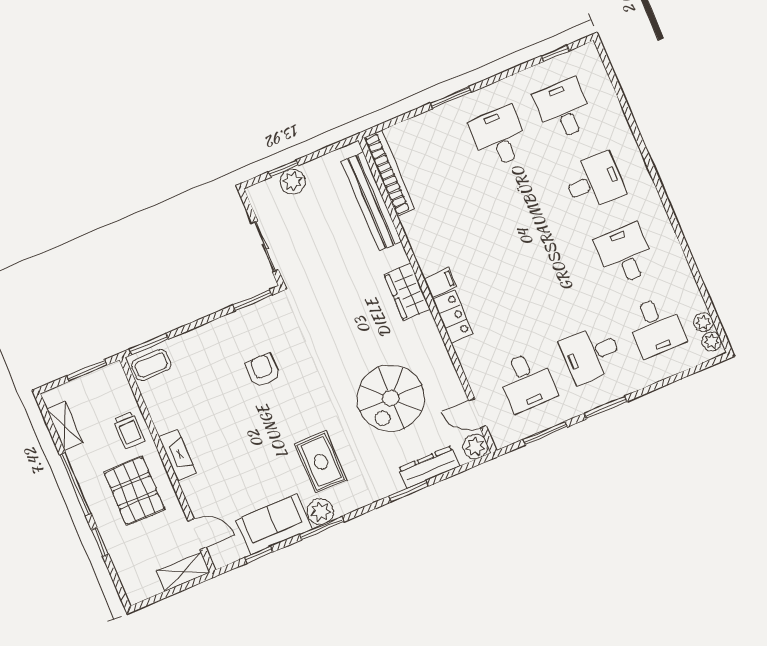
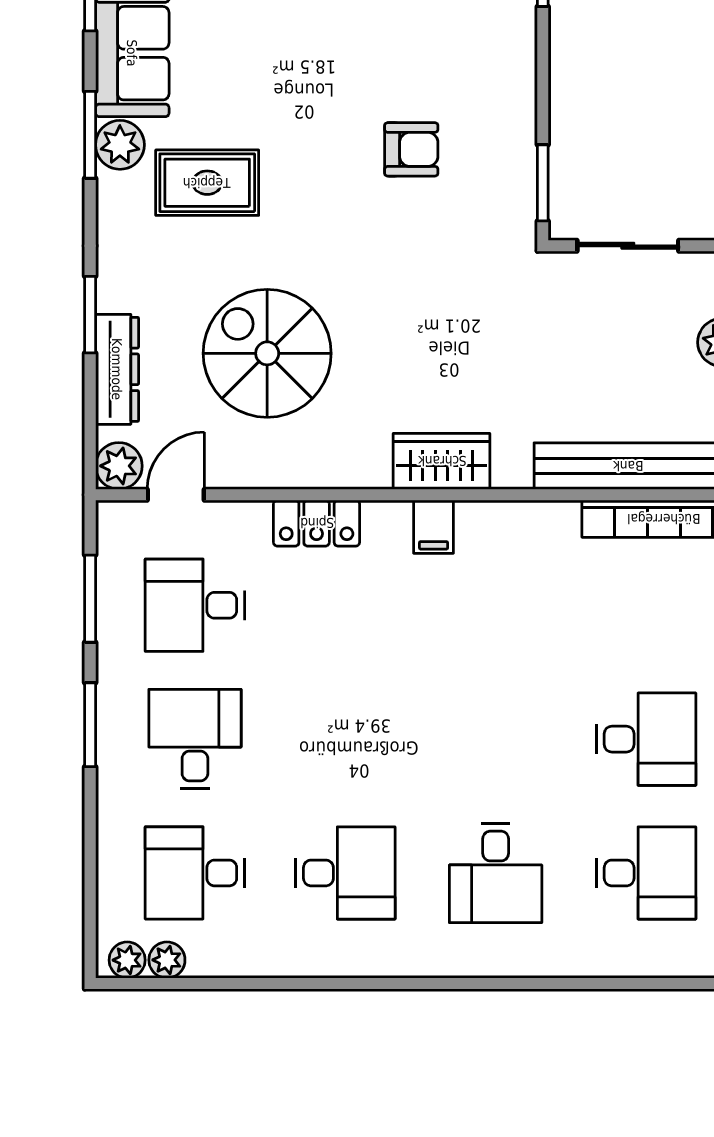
locker: (453, 316) -> (317, 523), moved

